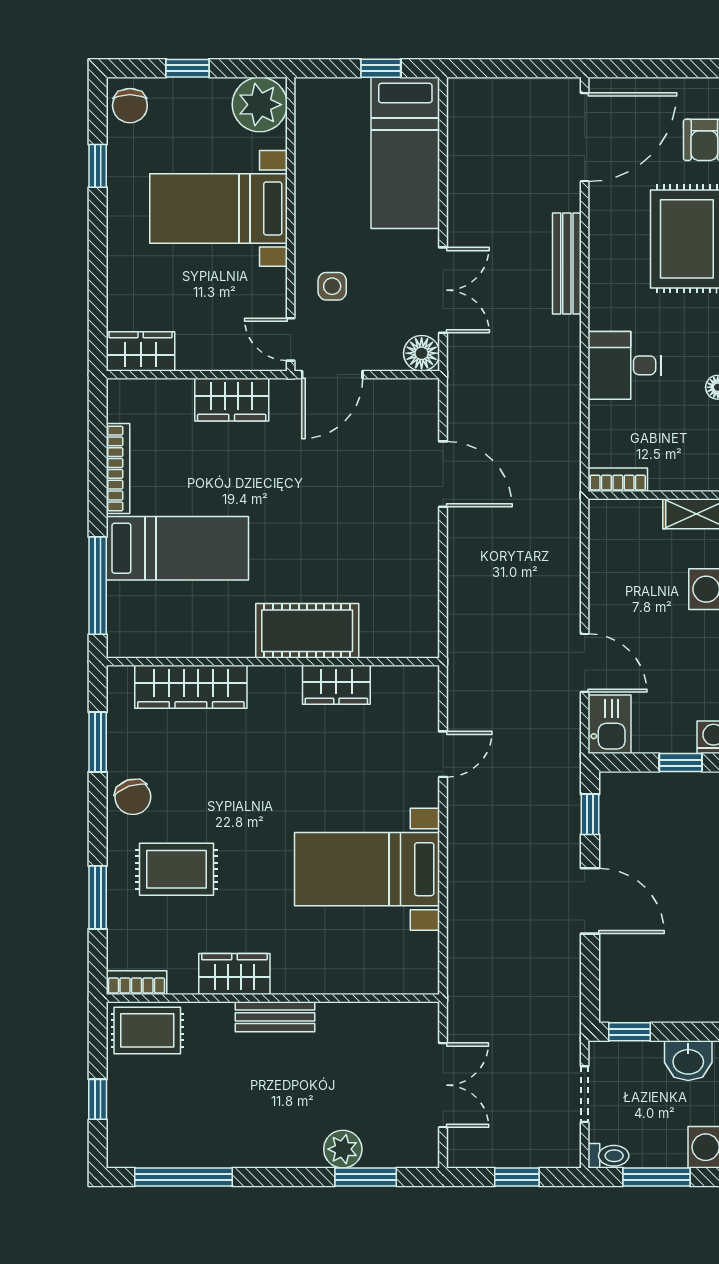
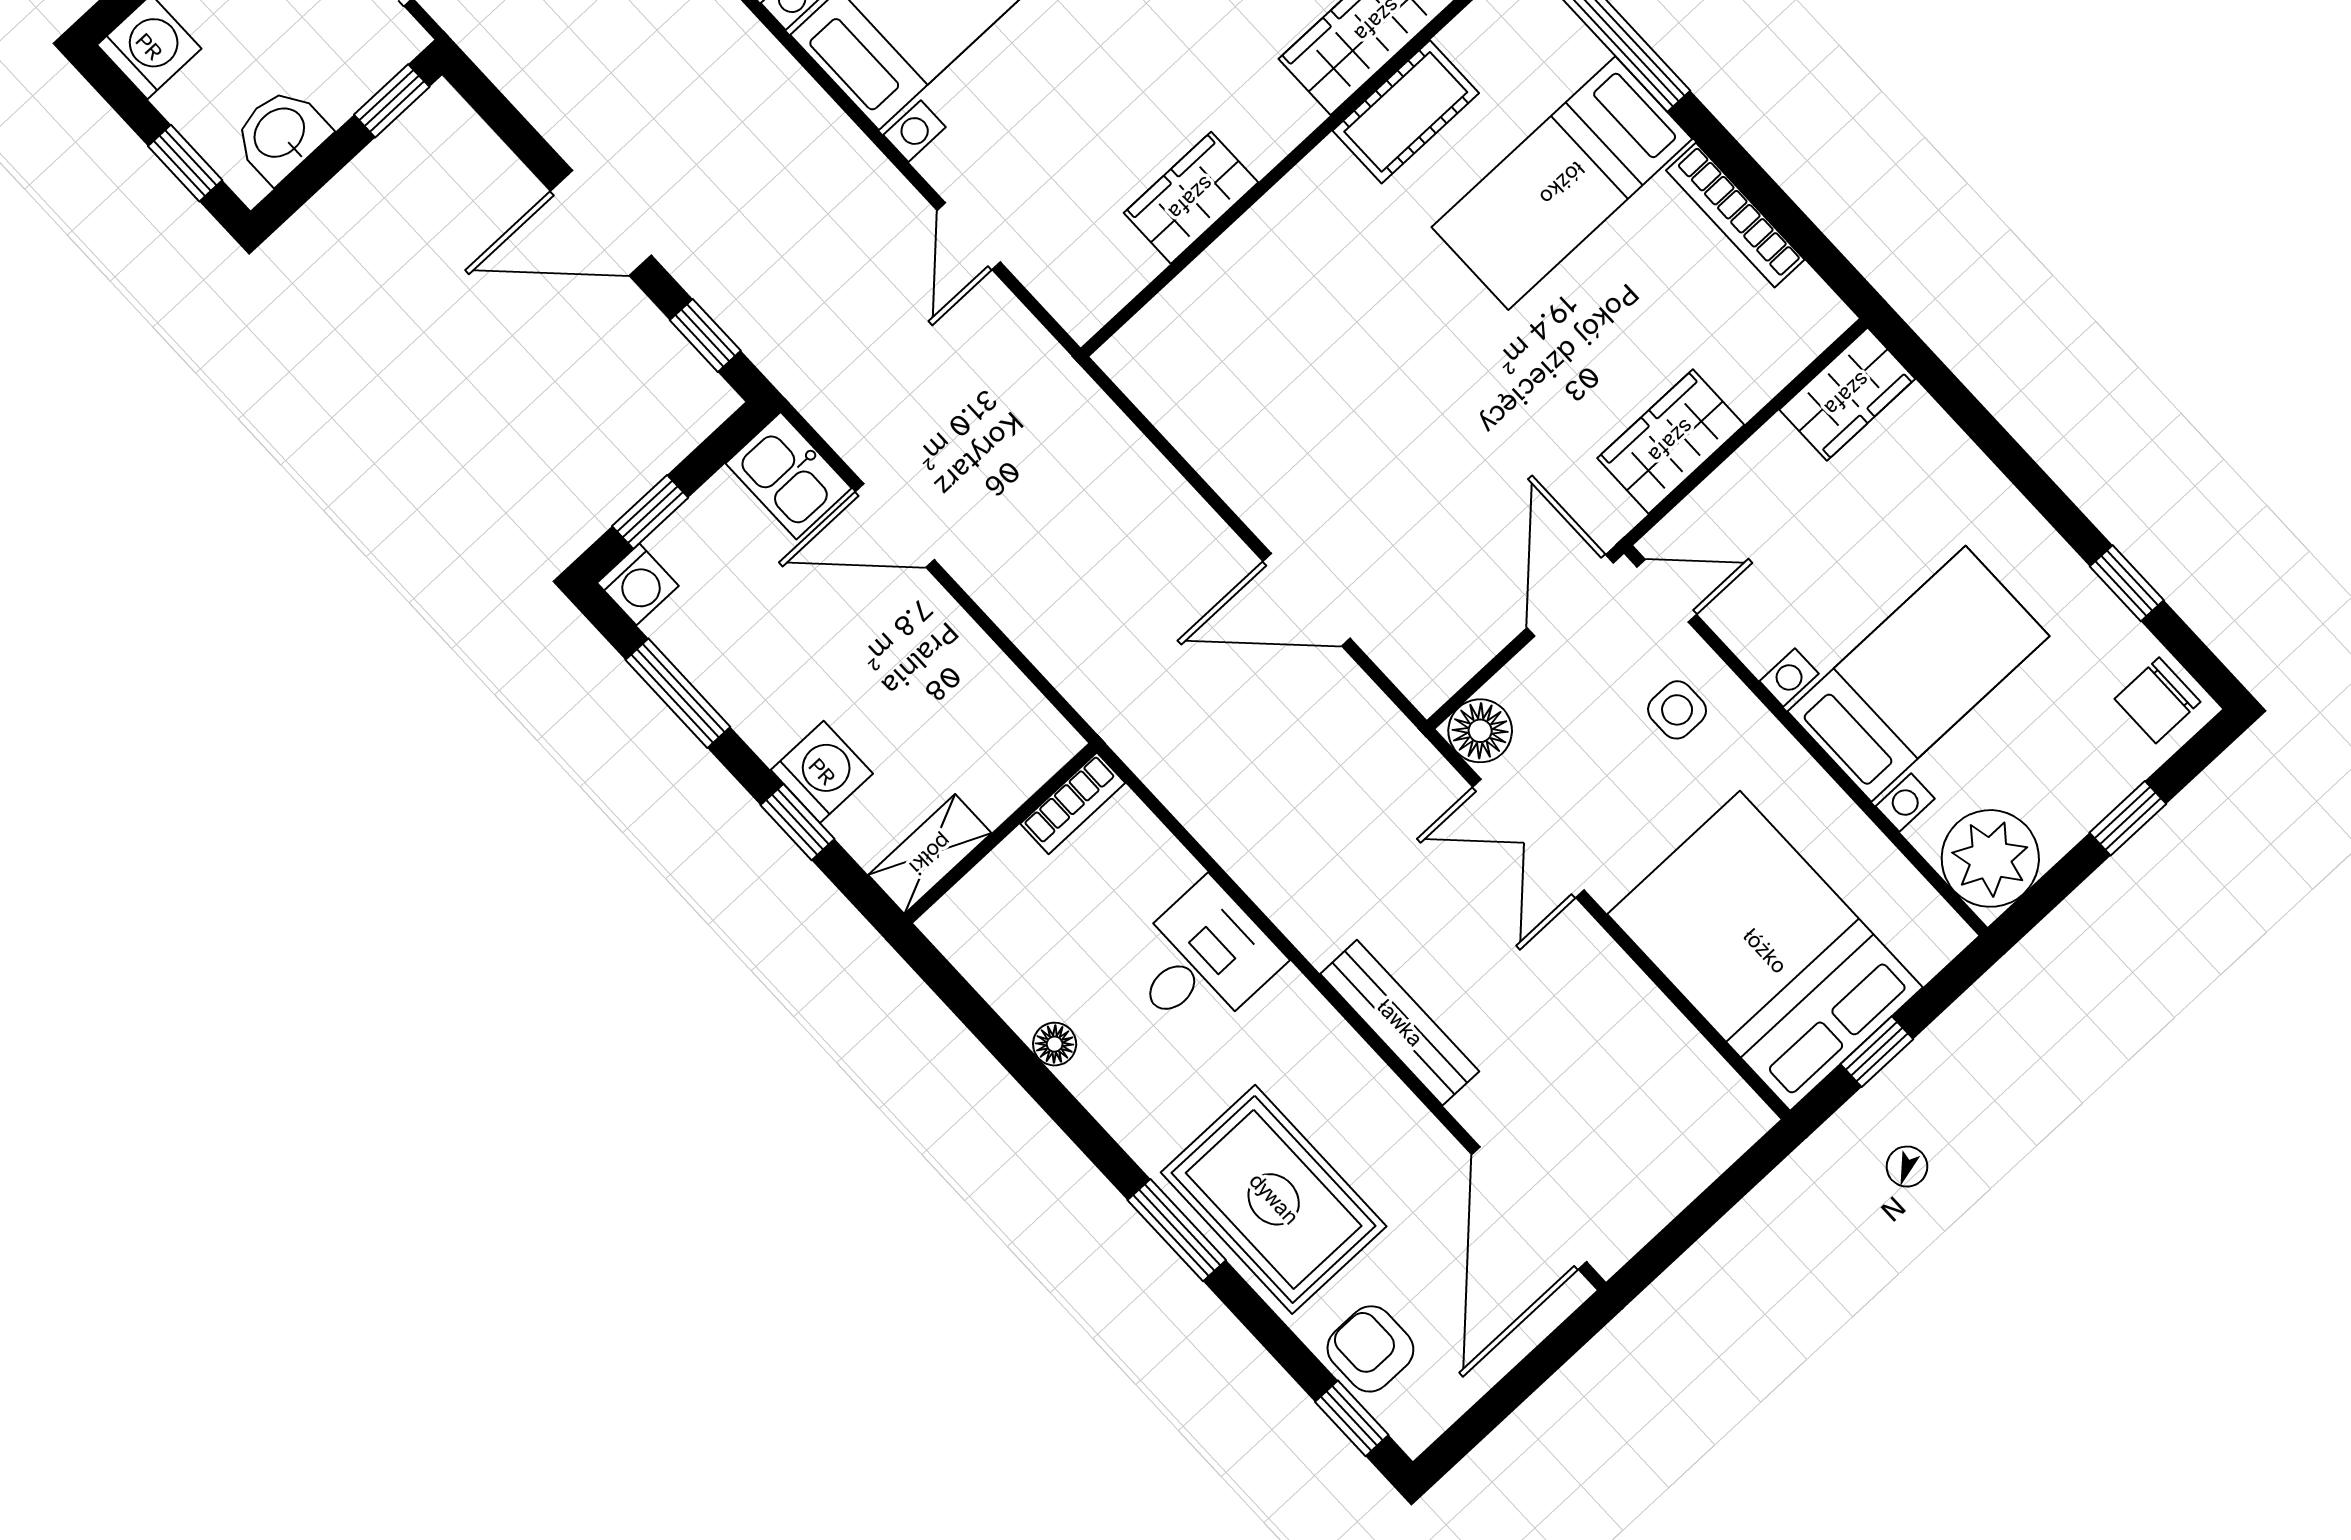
chair: (130, 106) -> (2157, 700), turned -90
bed: (405, 153) -> (1765, 951), width x1.50
cot: (307, 631) -> (1406, 112), moved, width x0.73, depth x0.75

